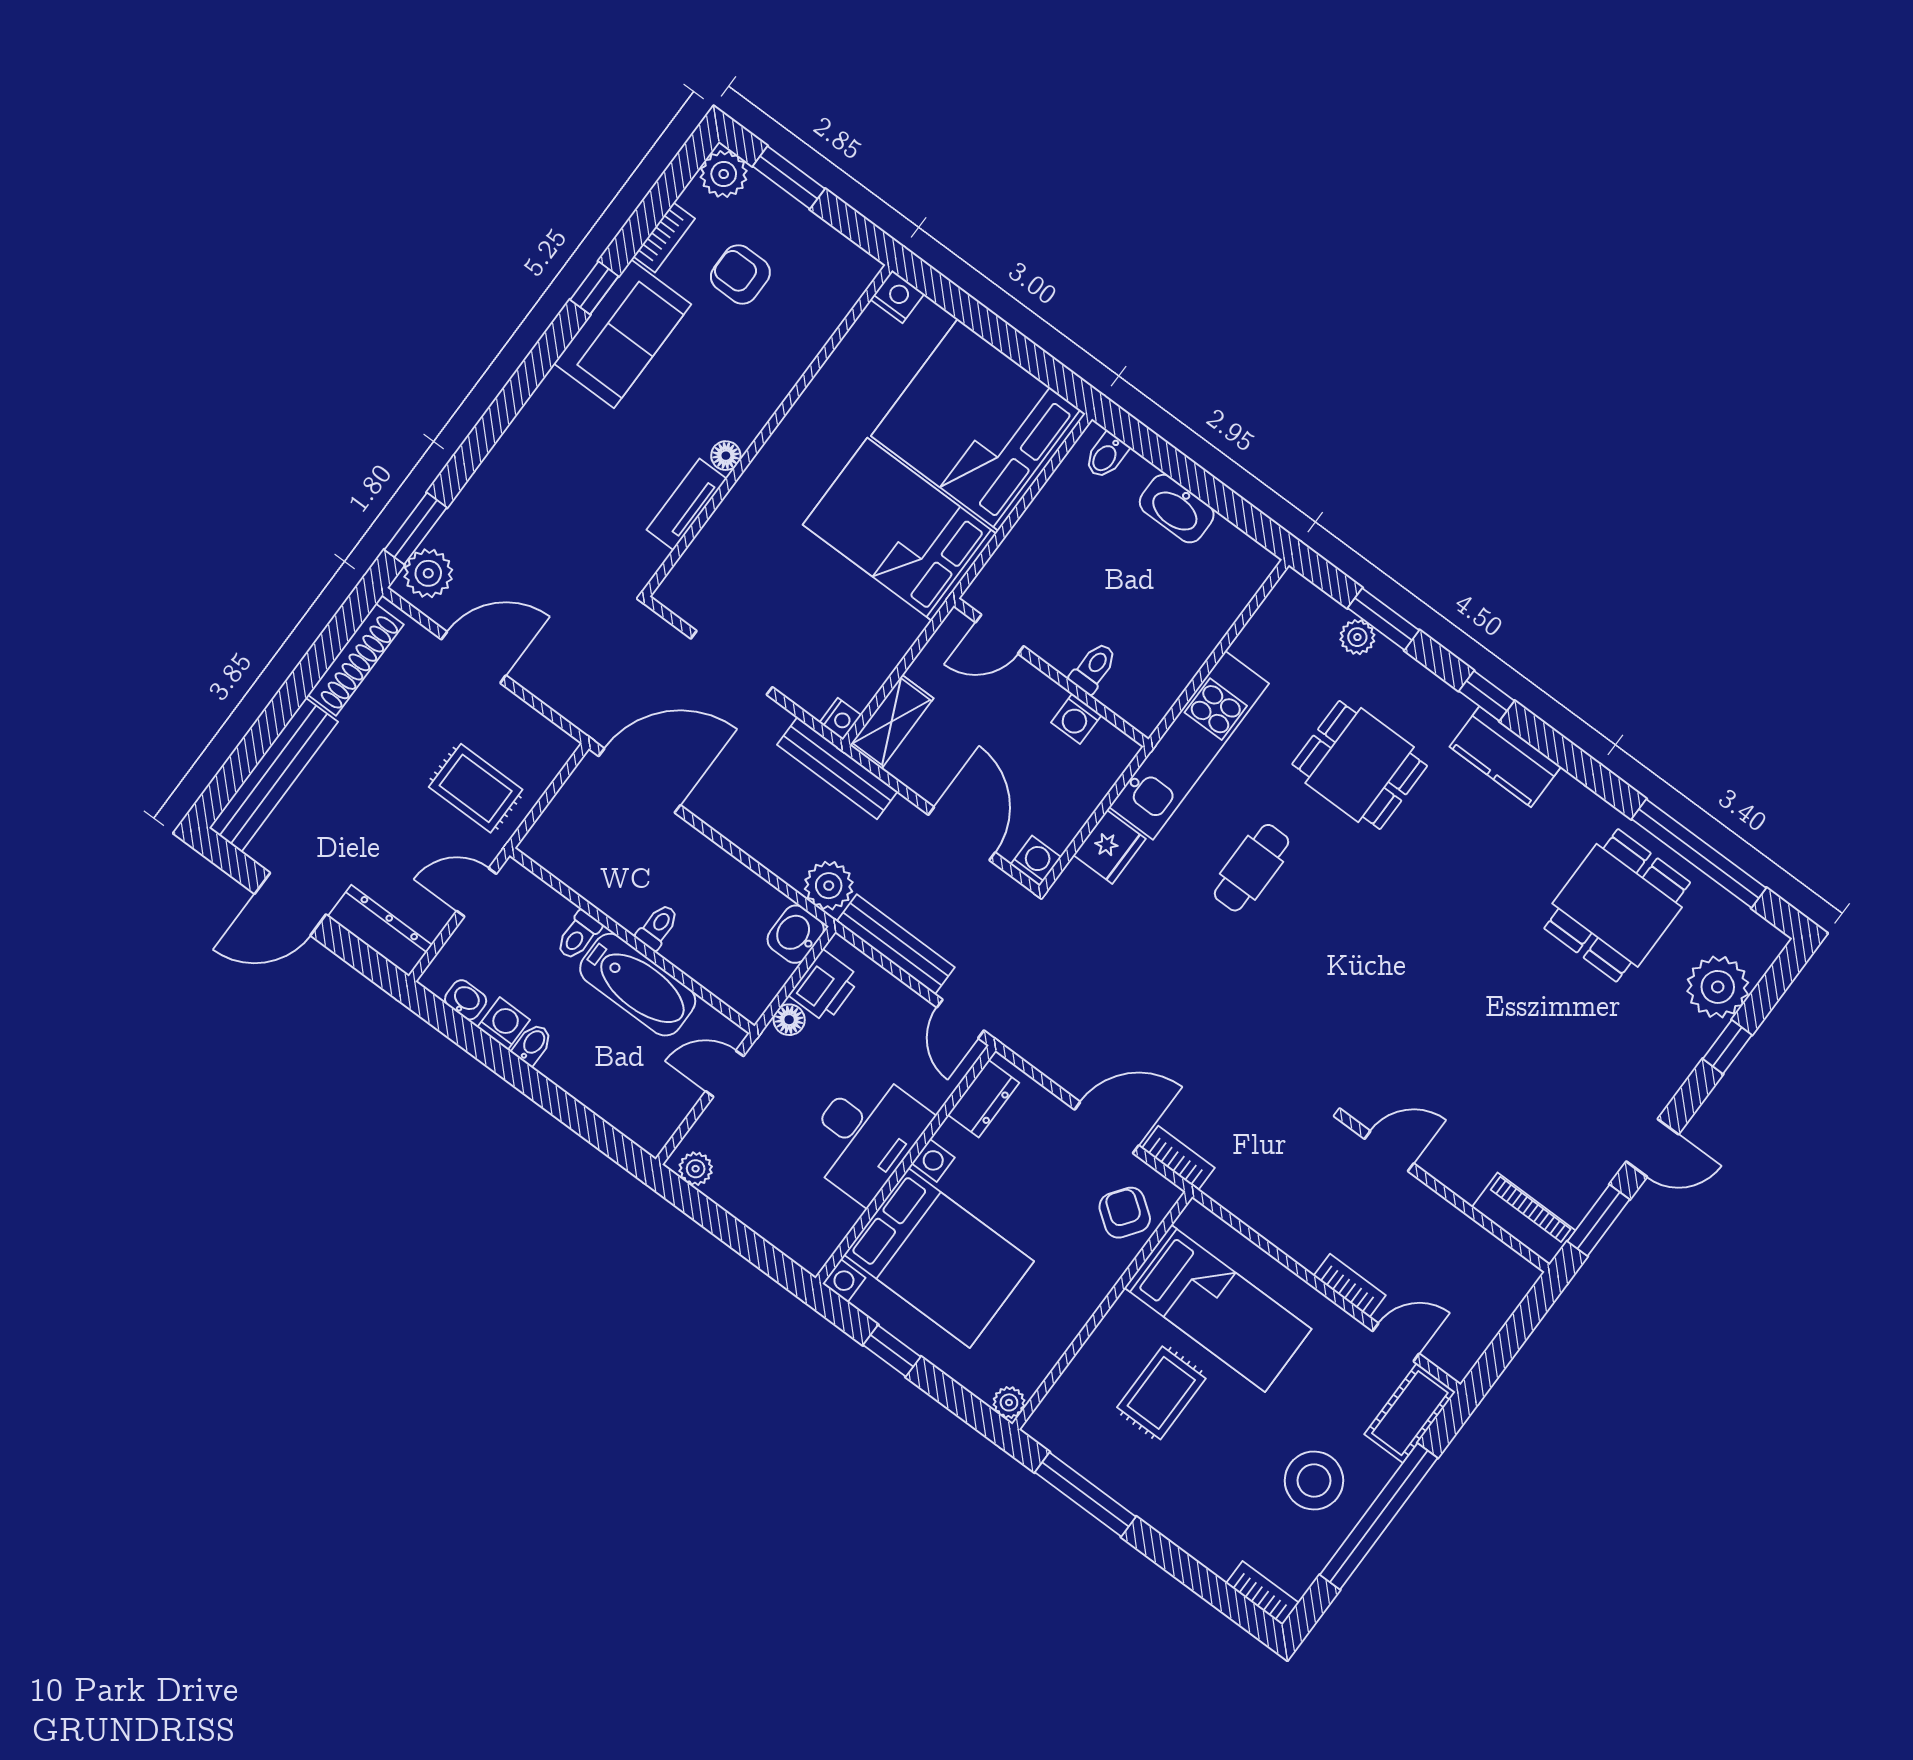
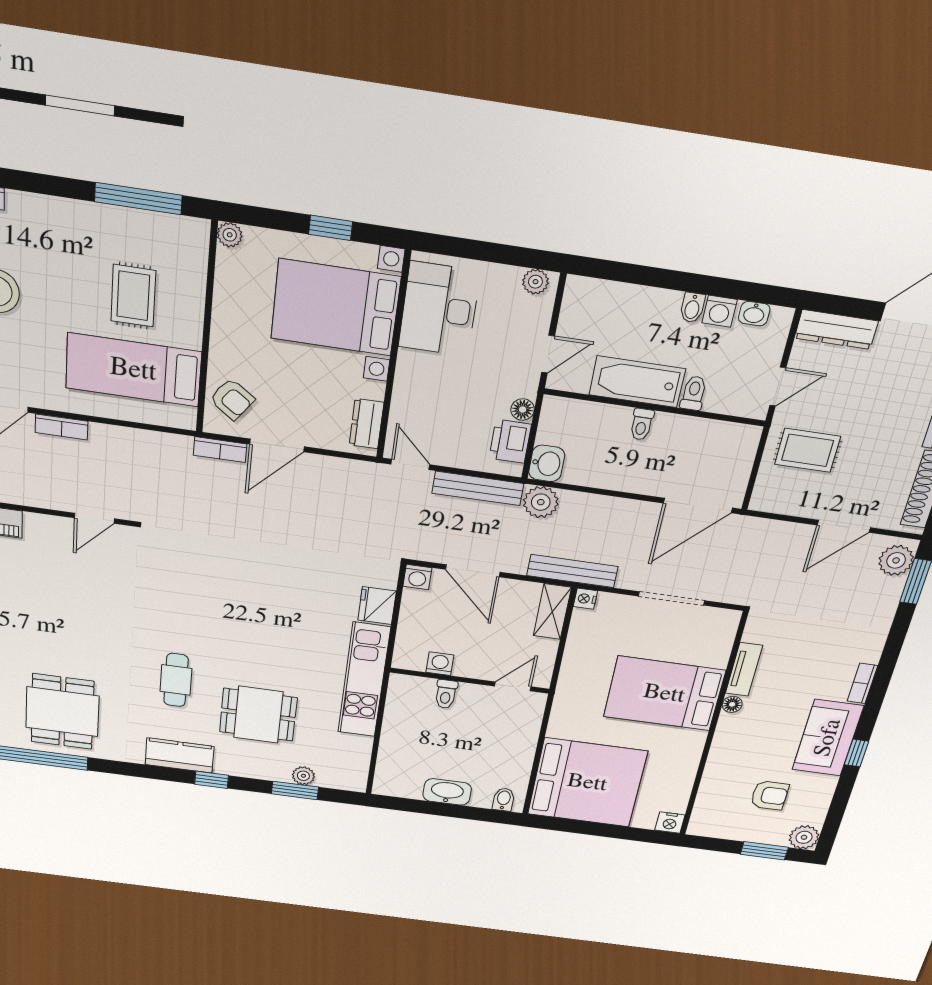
bookcase: (664, 238) -> (862, 683), moved
bed: (899, 529) -> (664, 694), moved, turned 180
cafe table: (1252, 868) -> (176, 680), moved
desk: (865, 1135) -> (439, 309), moved

